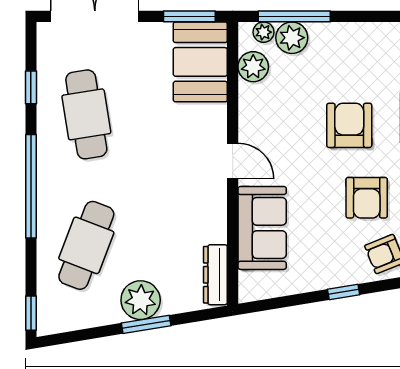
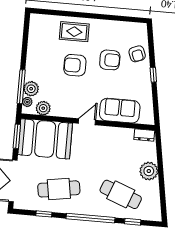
booth: (200, 62) -> (45, 139), width x1.36, depth x1.42
dresser: (215, 275) -> (144, 135), width x0.70
window: (31, 313) -> (133, 222), moved
window: (146, 324) -> (161, 169), removed

